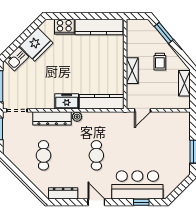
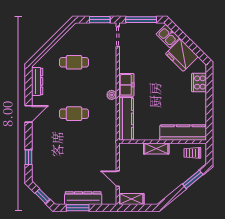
kitchen counter: (99, 27) -> (183, 133), moved, turned 90
trolley: (160, 62) -> (192, 153), moved
shelving: (184, 83) -> (131, 199), moved
door: (143, 110) -> (118, 179), moved
dresser: (52, 118) -> (83, 198), moved, turned 90
bar counter: (137, 185) -> (45, 154), removed
window: (181, 188) -> (42, 196), added

